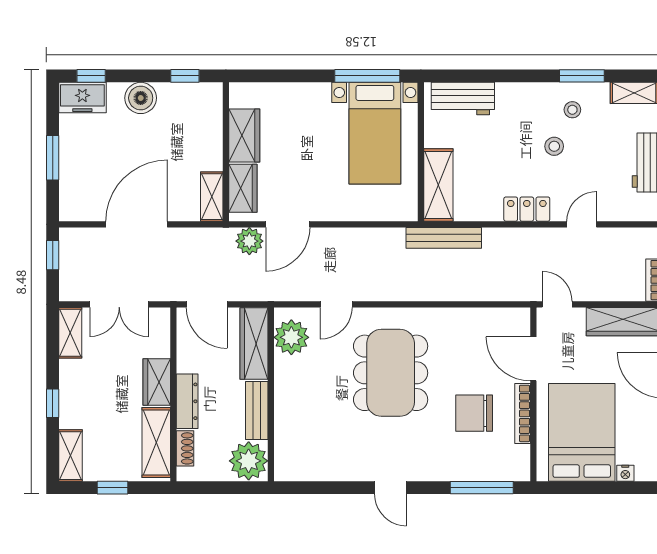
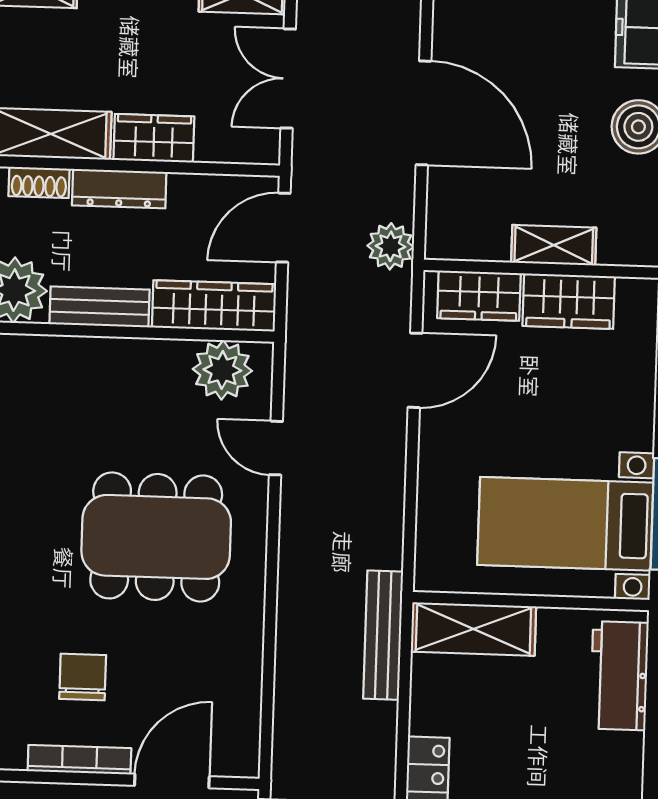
shelving: (212, 197) -> (554, 245), moved
door: (288, 224) -> (415, 370), swing flipped
plant: (249, 241) -> (391, 246), moved
chair: (474, 413) -> (83, 677), width x0.73, depth x0.73

